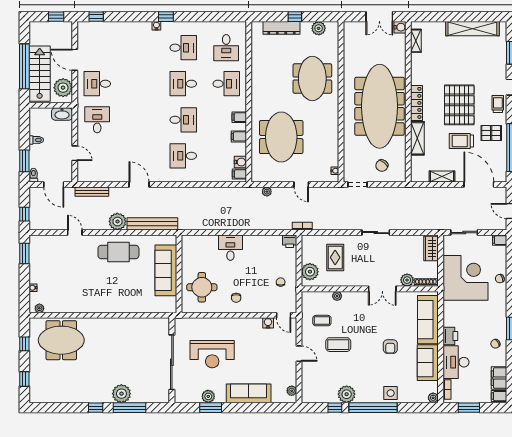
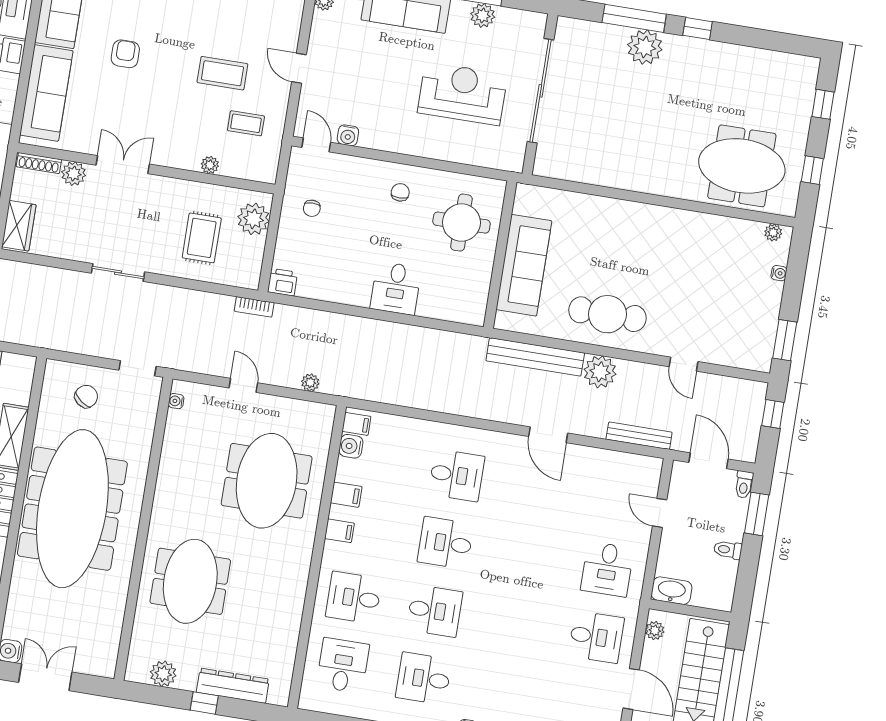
plant: (63, 88) -> (655, 630), width x0.53, depth x0.53

